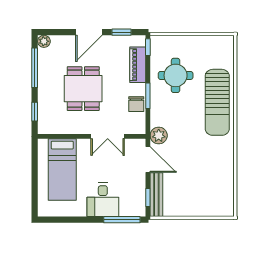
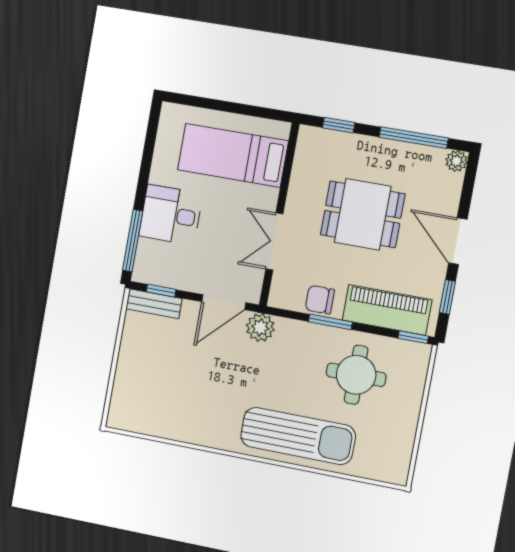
piano: (138, 65) -> (387, 310), width x1.37, depth x1.33
sun lounger: (217, 102) -> (298, 436), turned 180
bench: (156, 195) -> (154, 304), width x0.73

